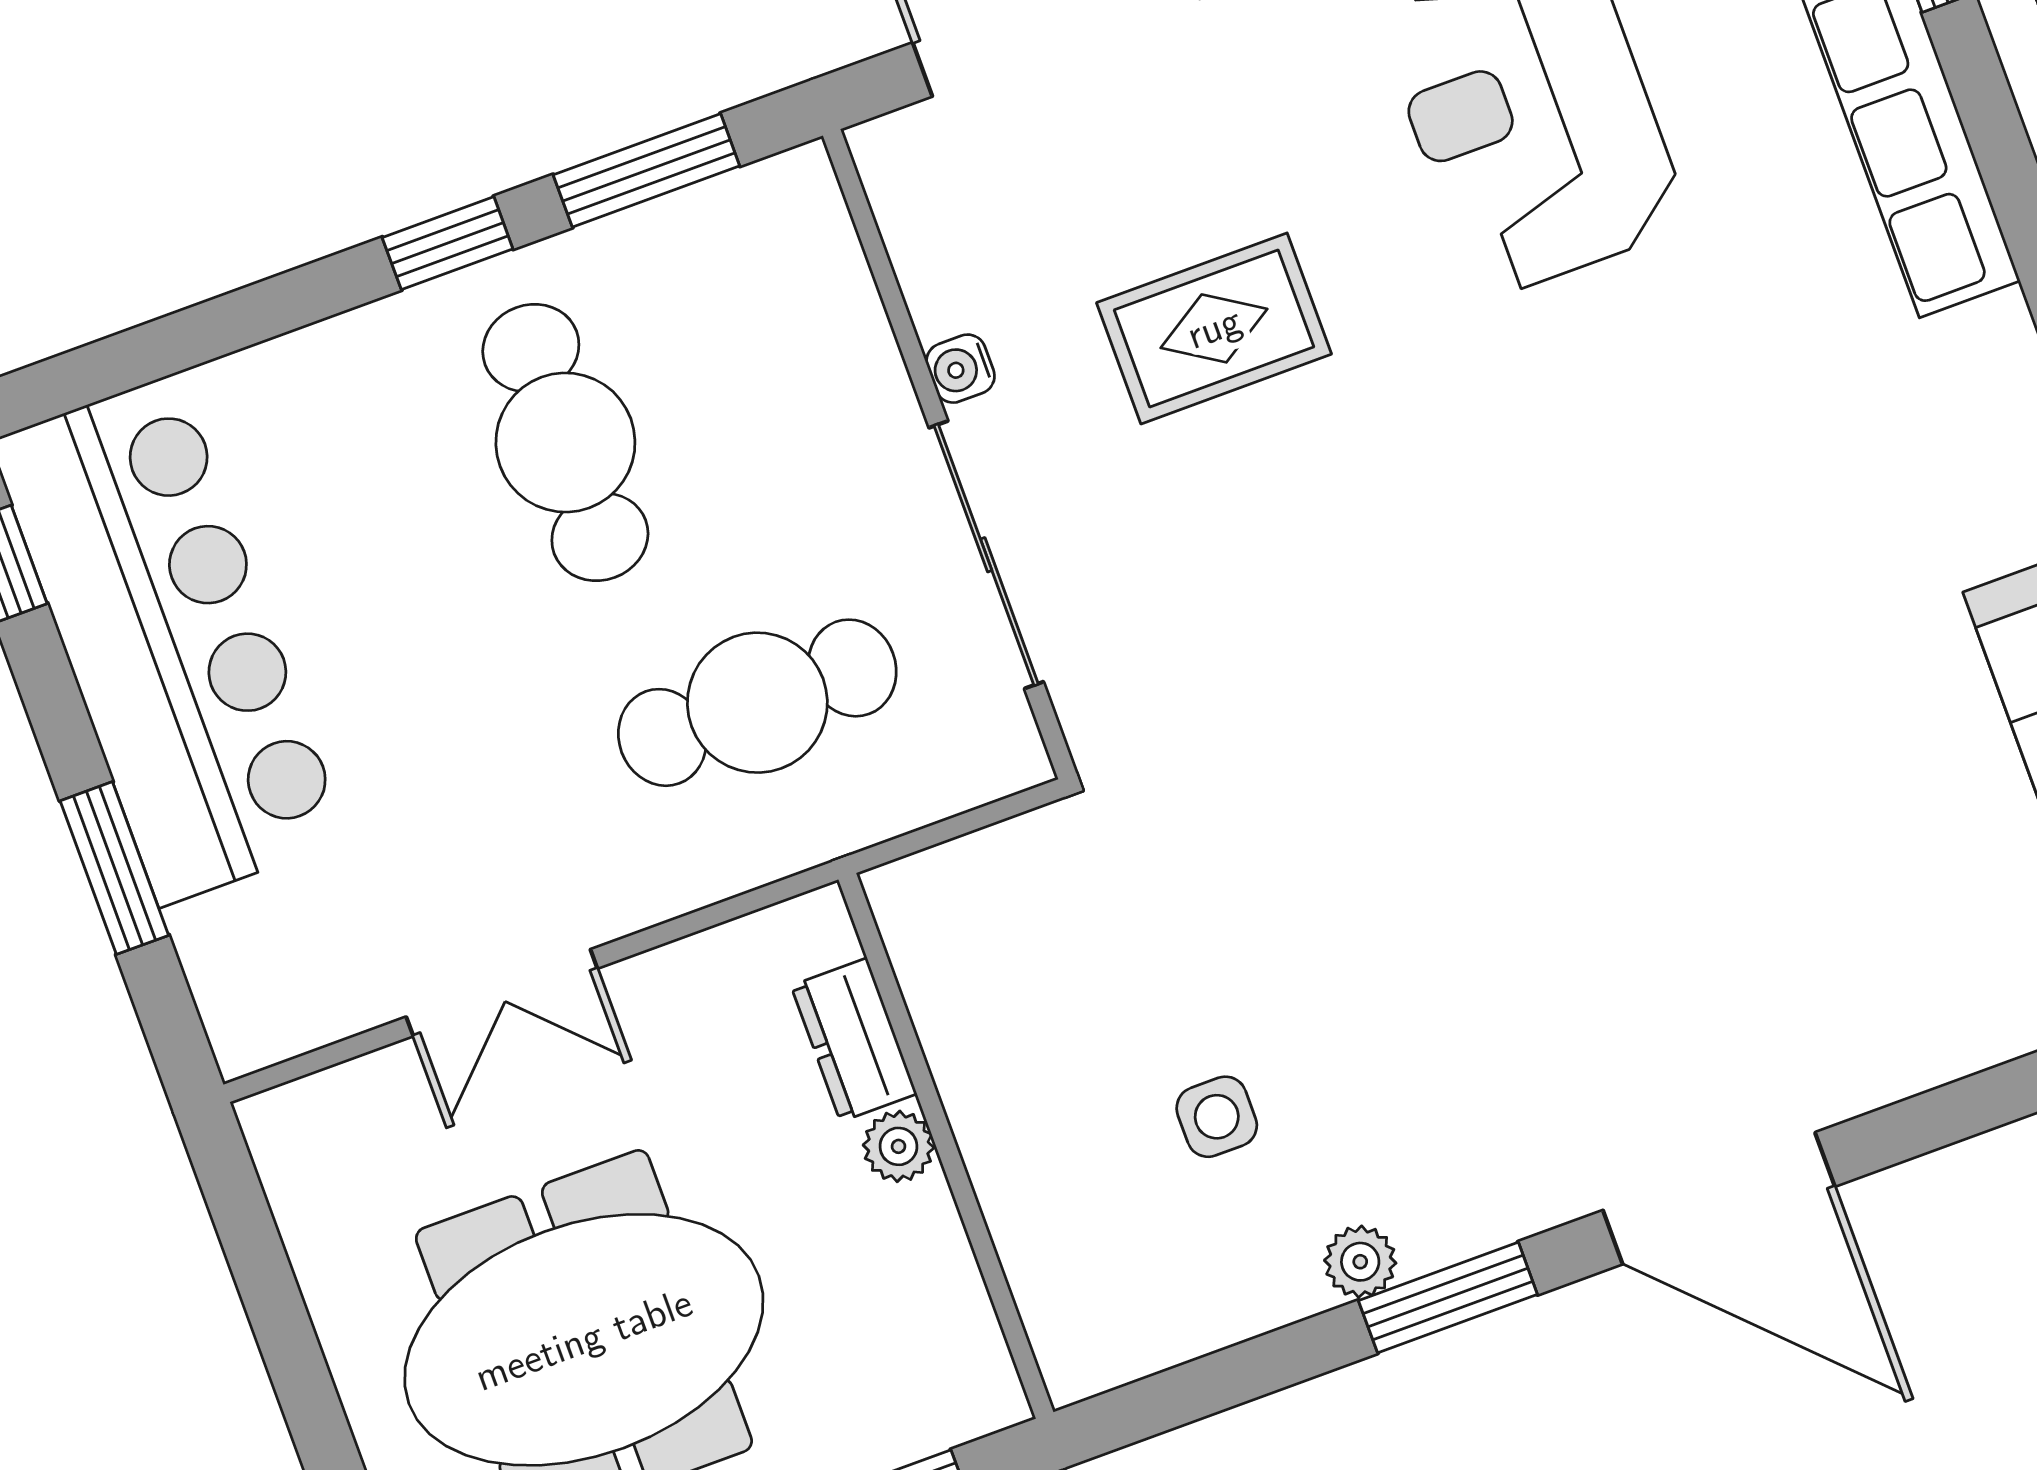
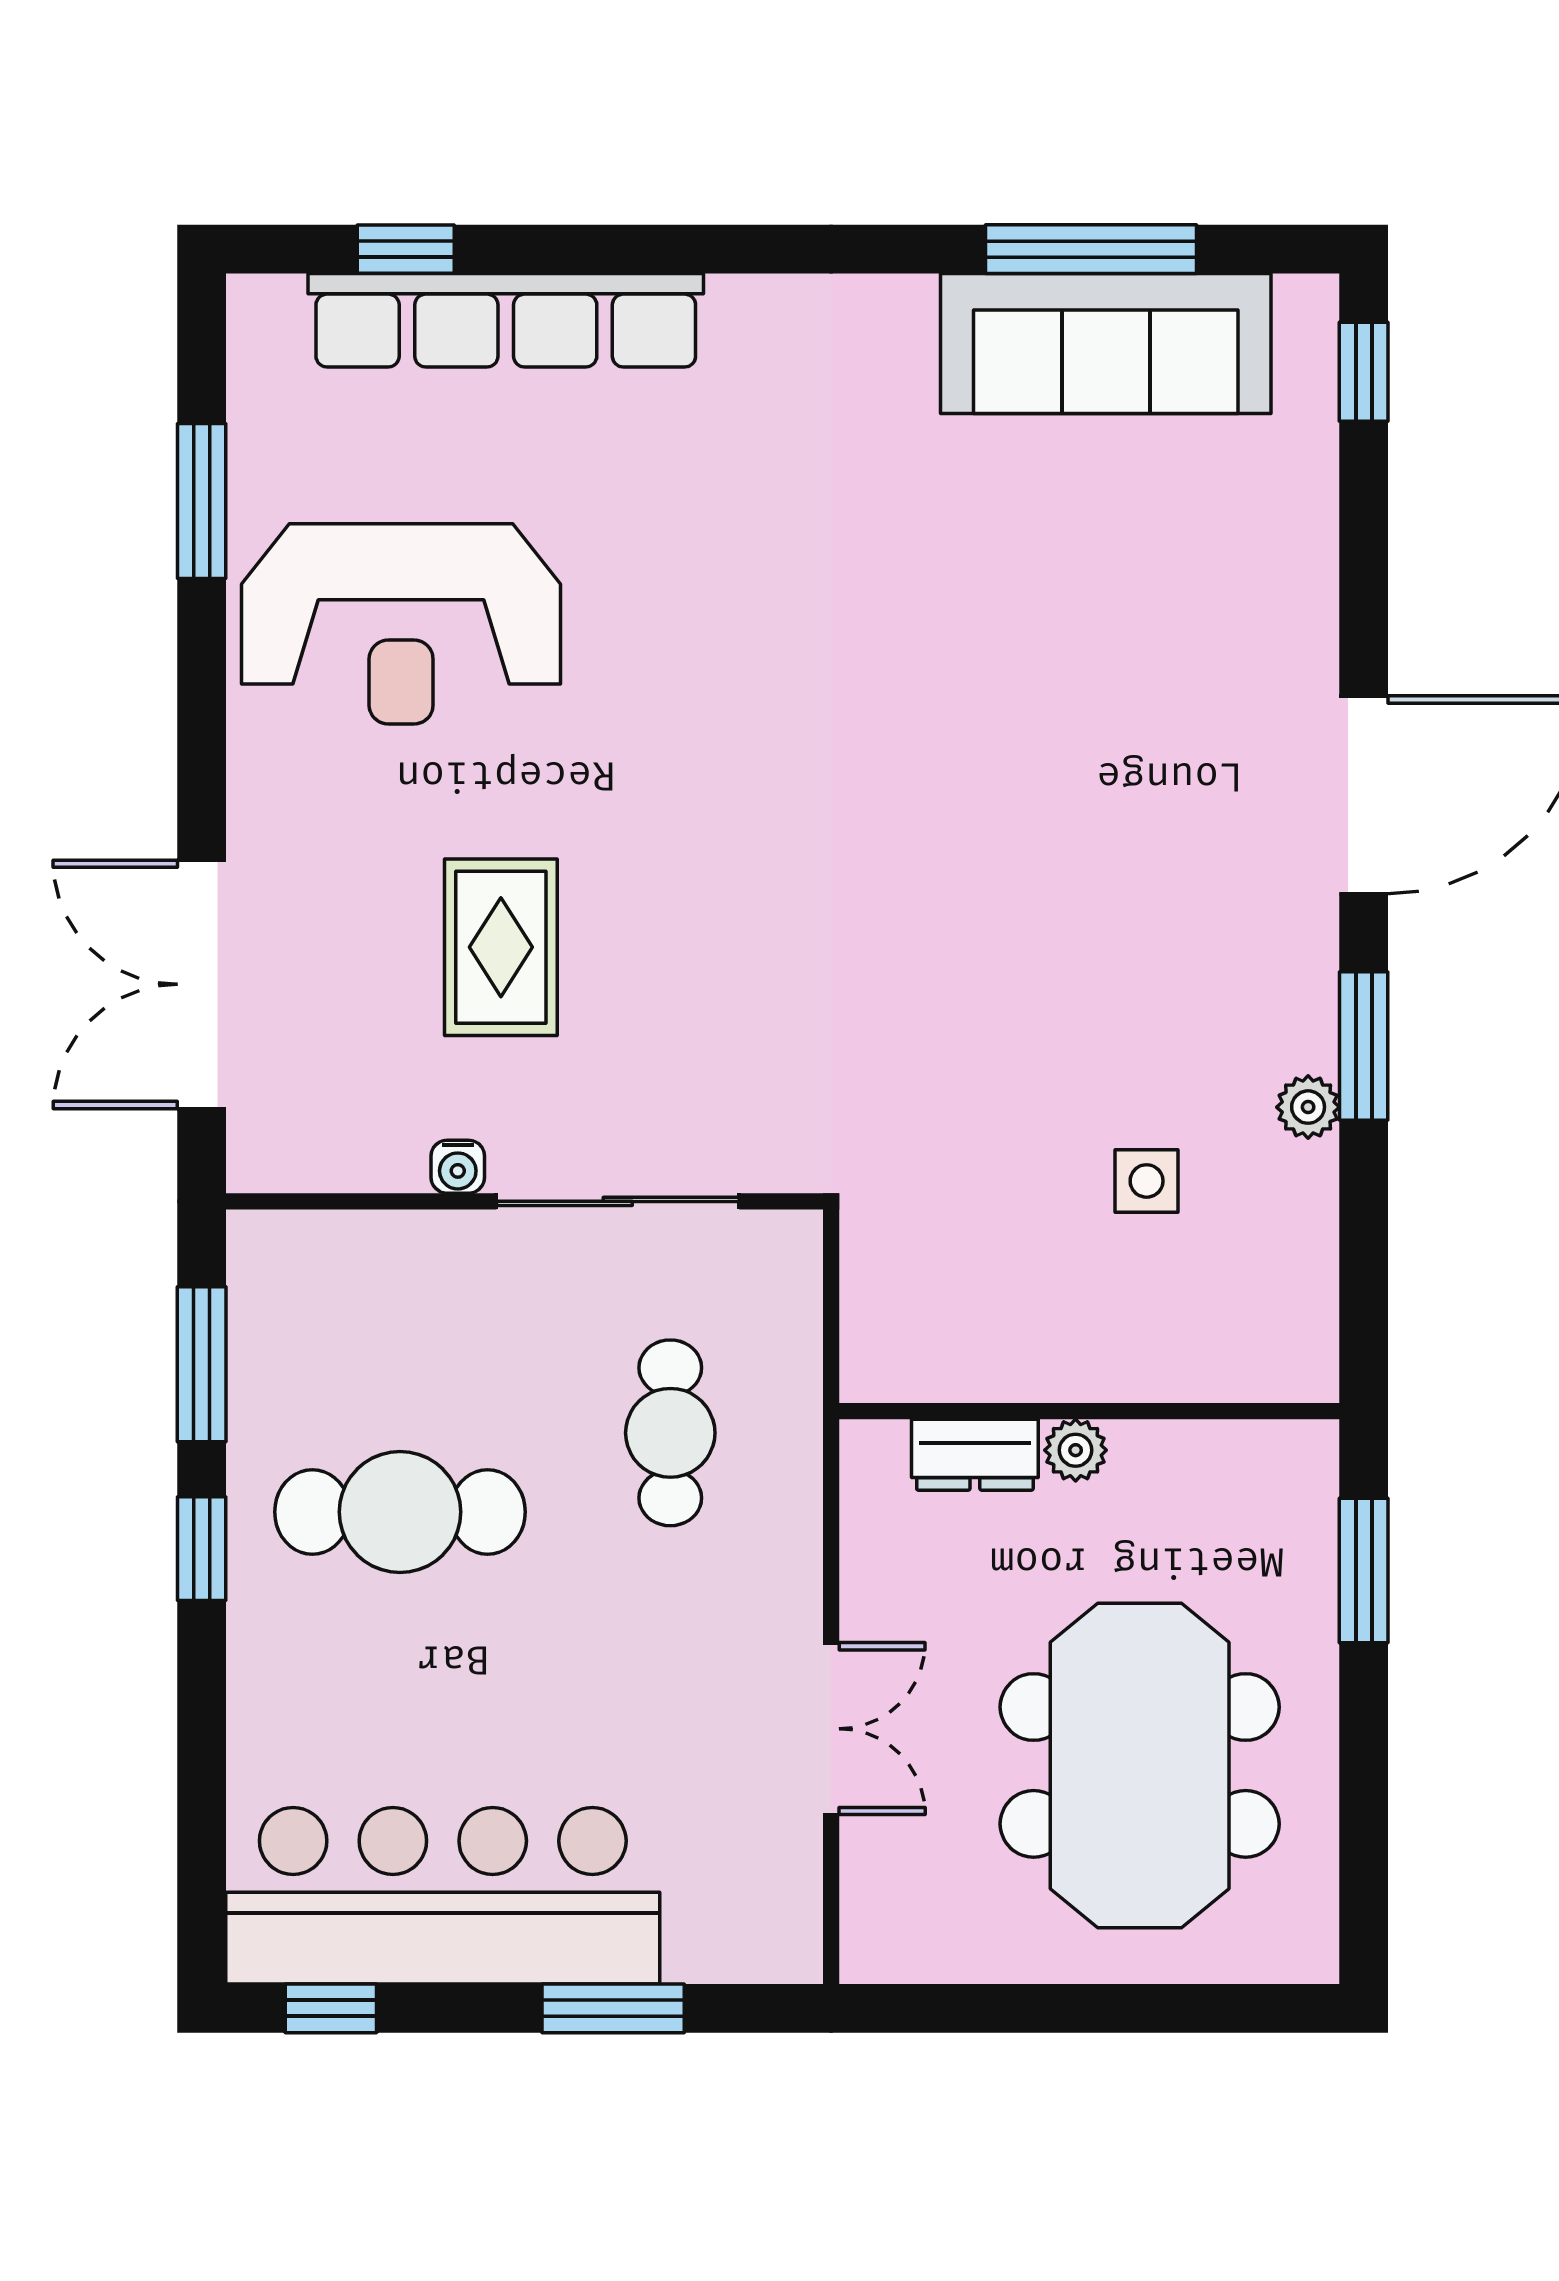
cafe table: (757, 703) -> (670, 1433), width x0.73, depth x0.74

